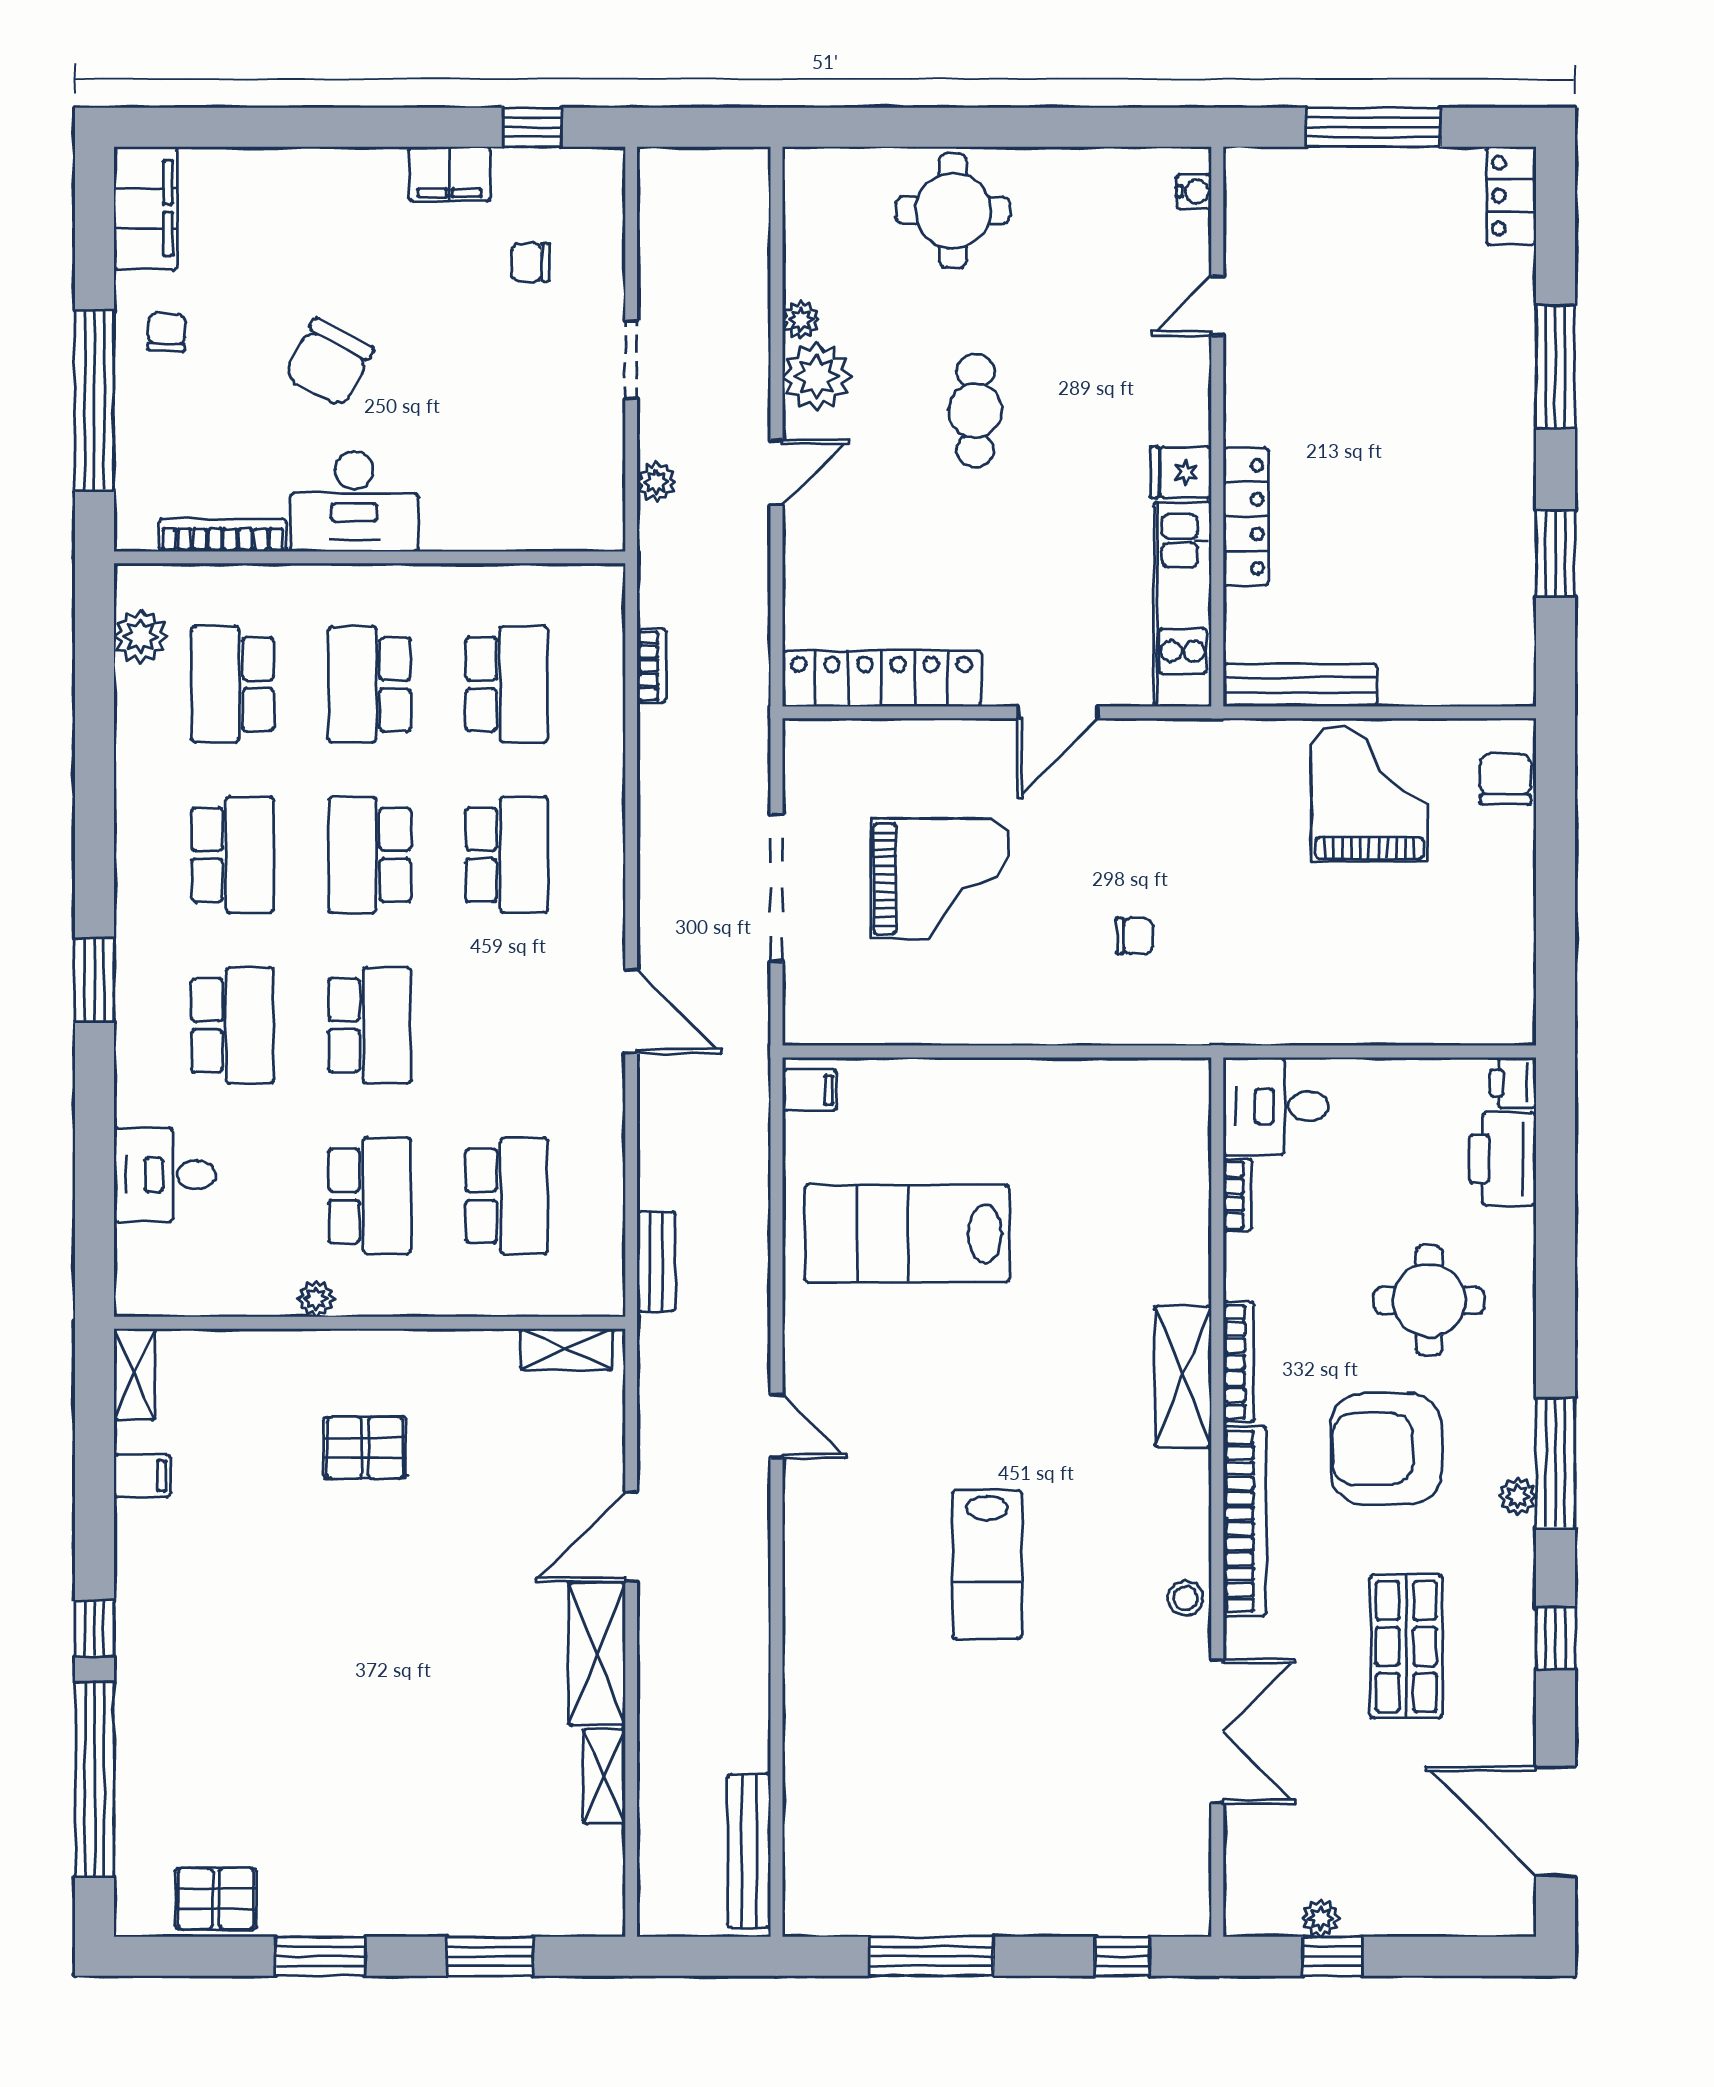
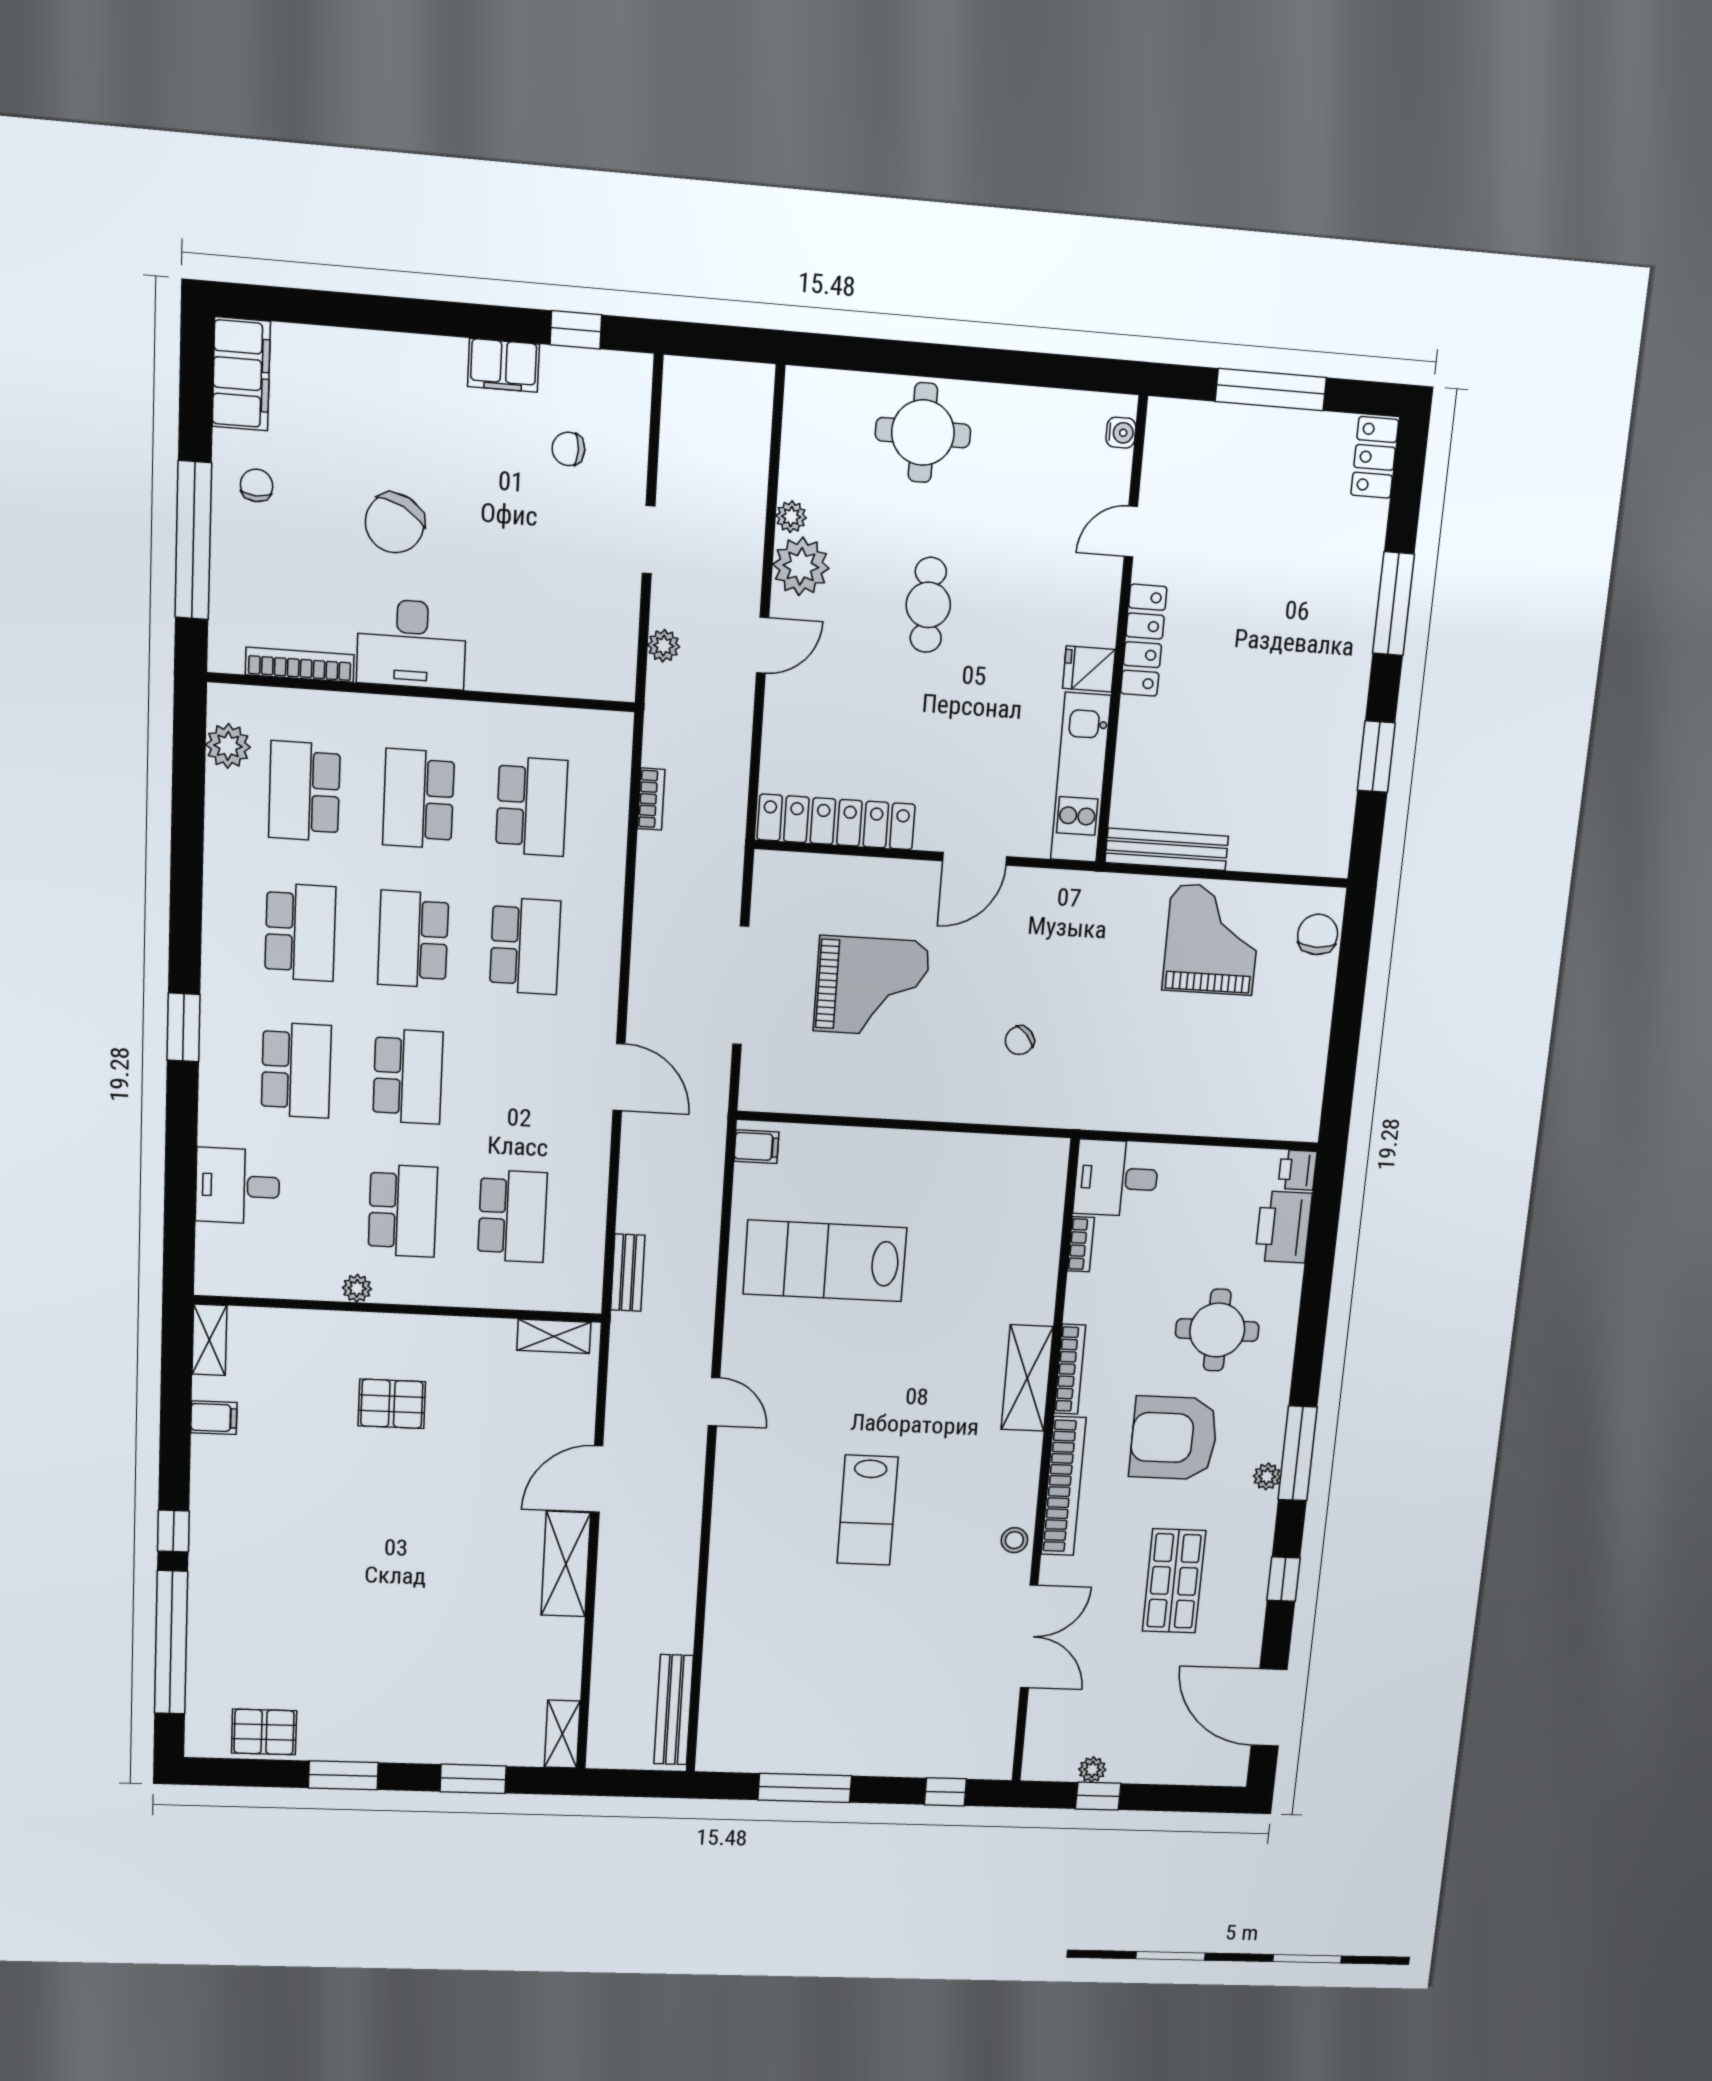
locker: (1246, 517) -> (1144, 640), moved
chair: (1135, 936) -> (1020, 1040), turned 138
shelving: (604, 1776) -> (562, 1734), moved

